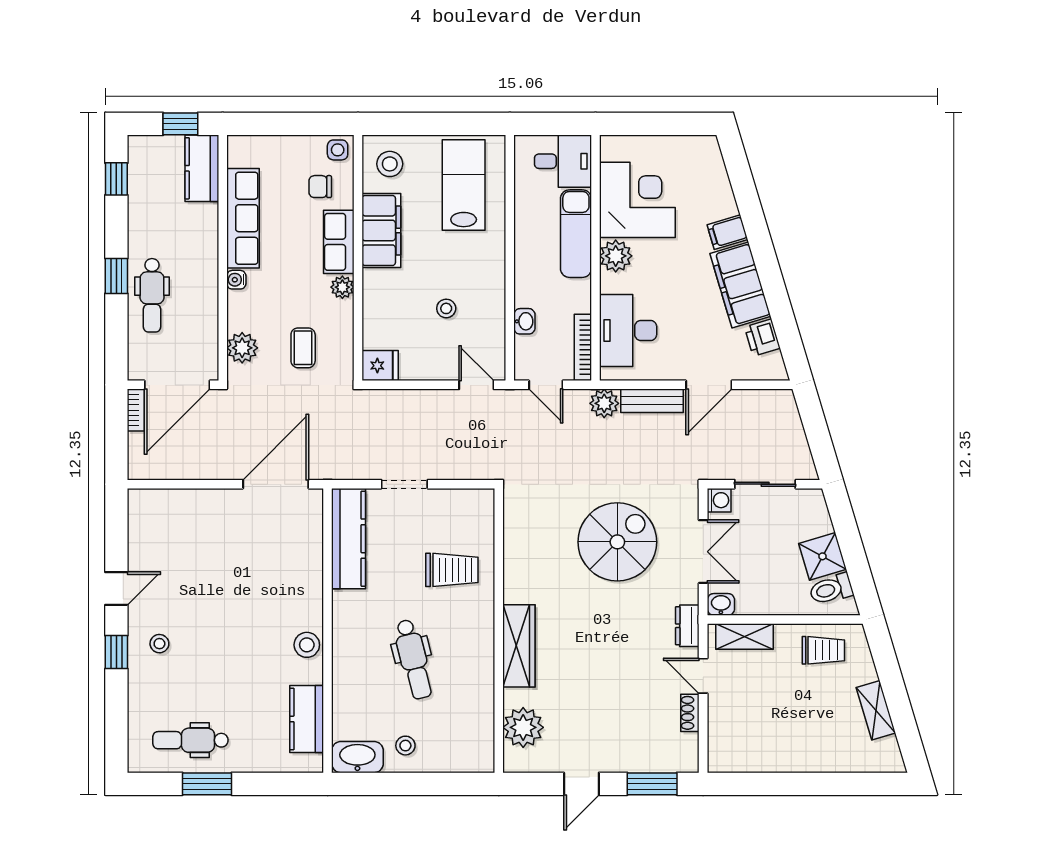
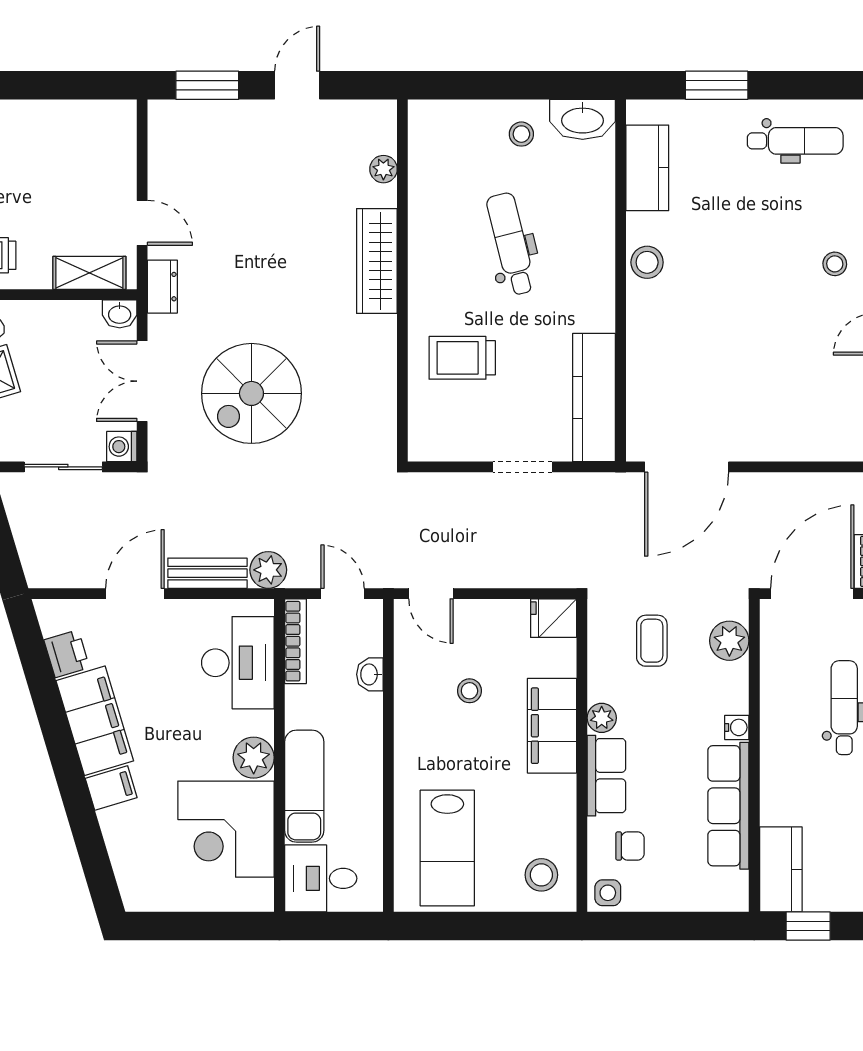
filing cabinet: (381, 230) -> (552, 726), moved
shoe rack: (690, 713) -> (159, 176), removed
plant: (523, 727) -> (383, 169), width x0.53, depth x0.53
window: (207, 784) -> (717, 85), moved

